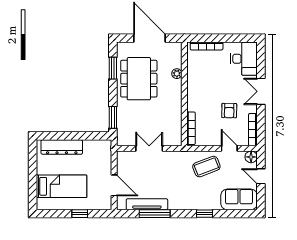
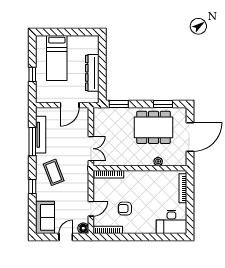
double door: (261, 91) -> (142, 237), removed
dresser: (62, 147) -> (92, 73), moved
double door: (149, 148) -> (91, 149), moved
coffee table: (206, 167) -> (54, 172), moved
door: (114, 185) -> (70, 105), moved

